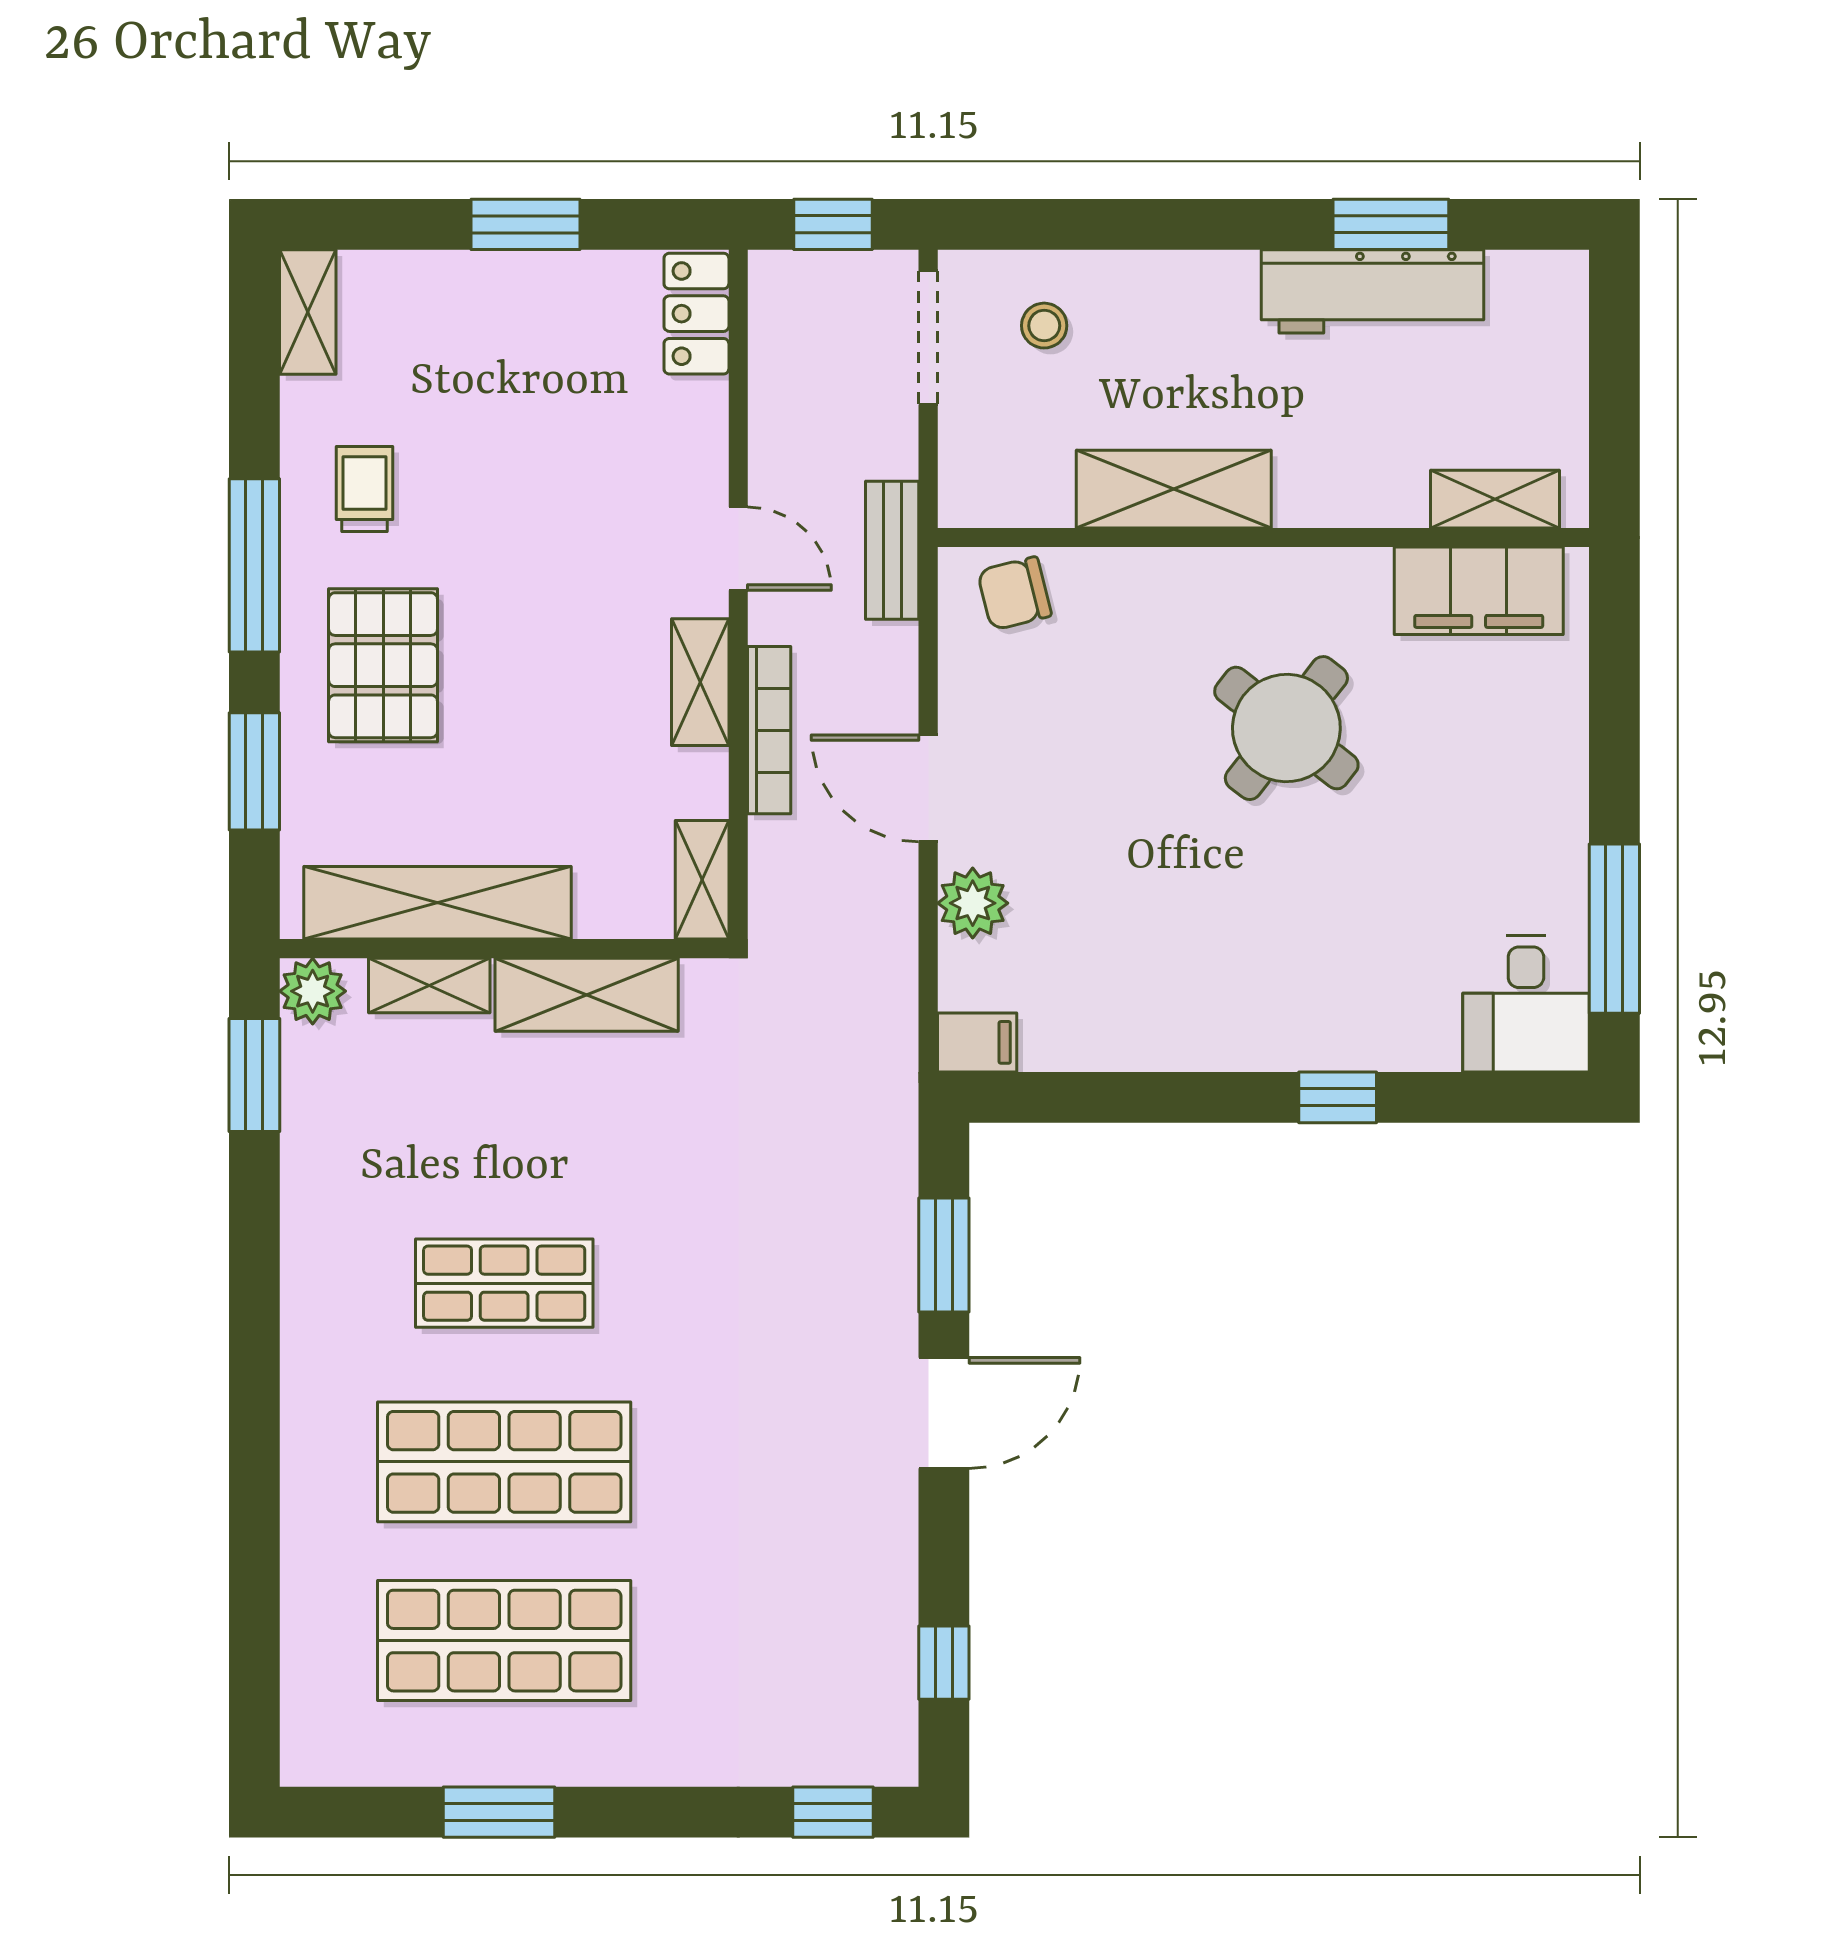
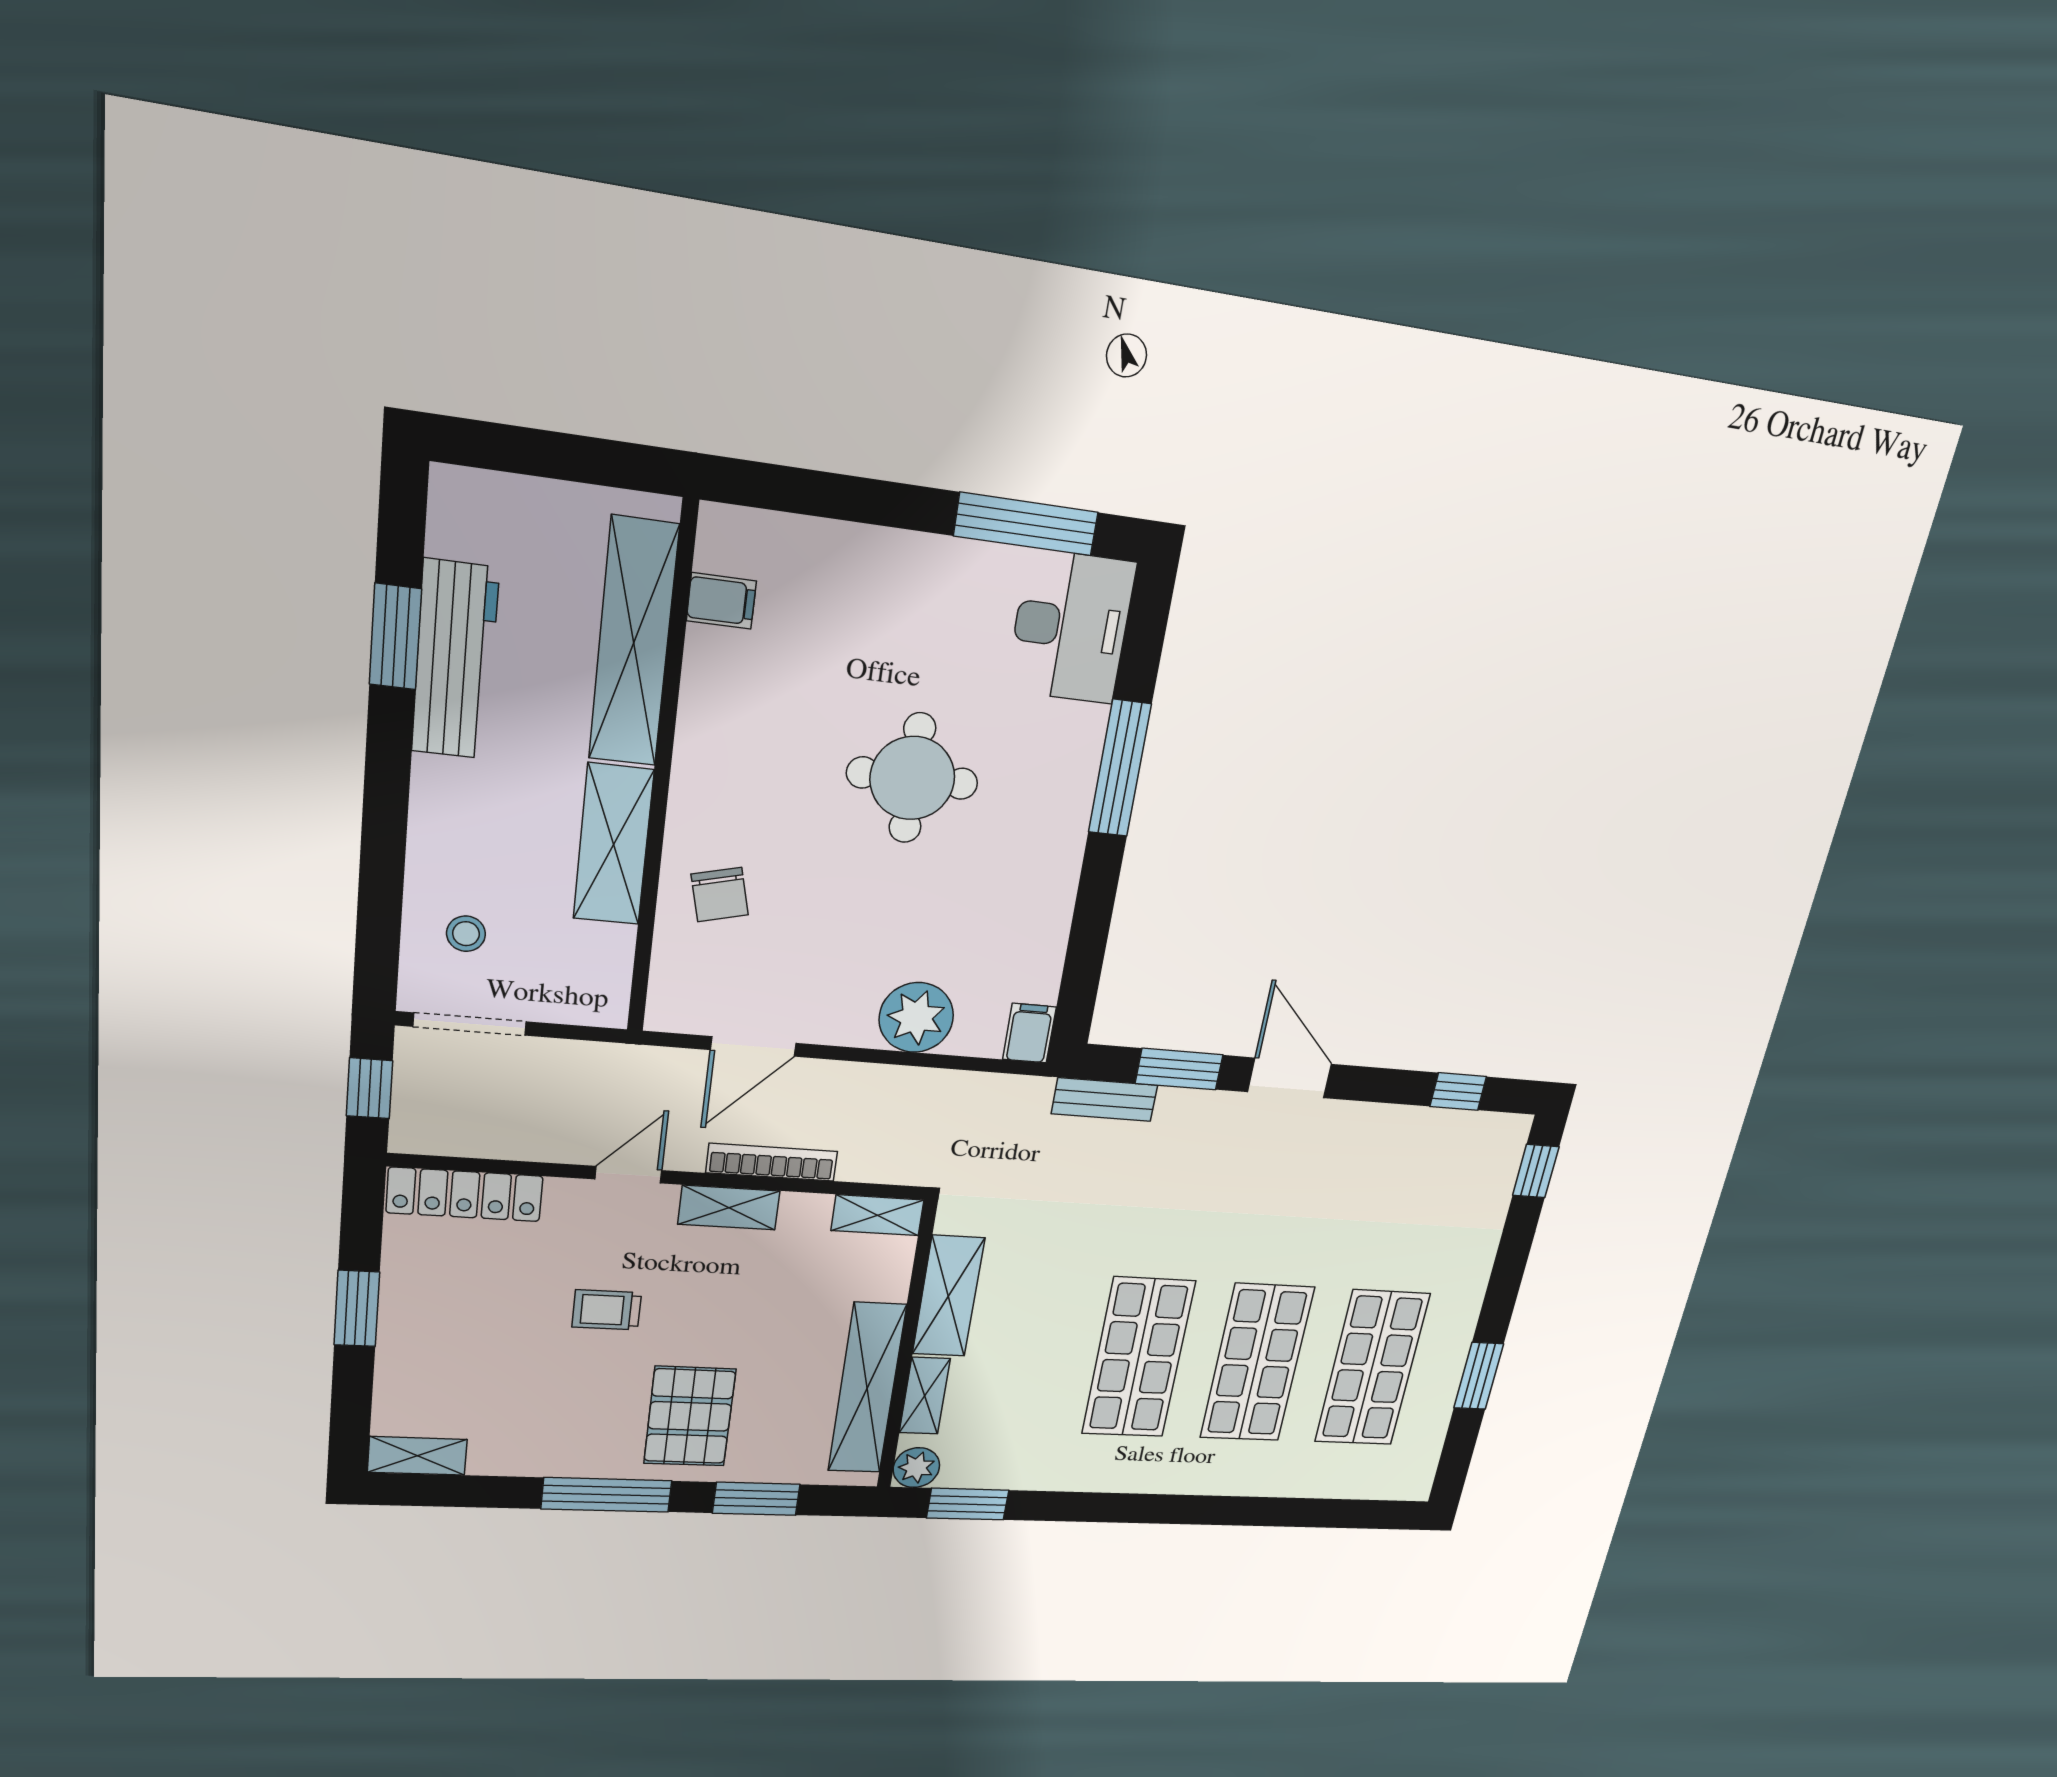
locker: (696, 314) -> (465, 1194), width x1.53
trolley: (364, 489) -> (607, 1310), moved
shelving: (1495, 499) -> (634, 643), width x2.20, depth x1.33
bench: (892, 550) -> (1105, 1100), moved
filing cabinet: (1479, 591) -> (721, 601), width x0.33, depth x0.86
chair: (1014, 593) -> (720, 895), moved
pallet: (383, 665) -> (690, 1416), turned 90
round table: (1286, 728) -> (912, 778), moved, turned -38
door: (928, 788) -> (753, 1046), moved
plant: (973, 903) -> (916, 1017), width x1.36, depth x1.36
desk: (1526, 1004) -> (1071, 627), width x1.37
window: (1338, 1097) -> (1120, 768), width x2.17
shop shelf: (504, 1283) -> (1138, 1358), width x1.43, depth x1.36

